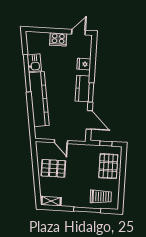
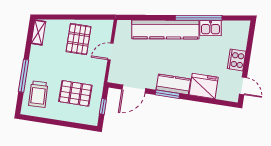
fridge: (84, 64) -> (204, 86), width x1.88, depth x1.34
pallet: (108, 166) -> (75, 93), moved

